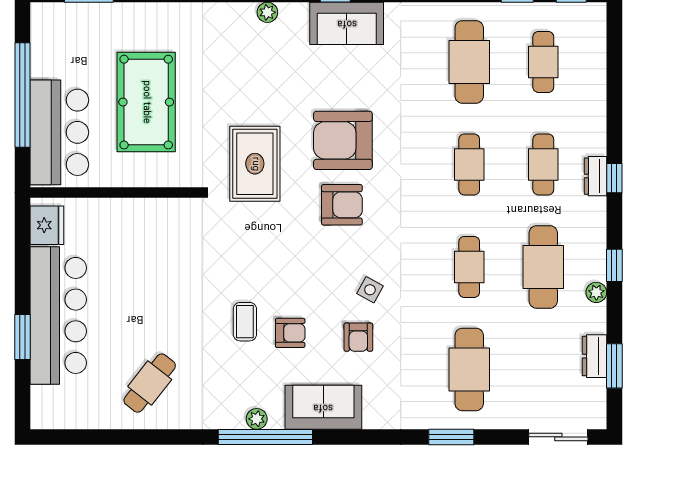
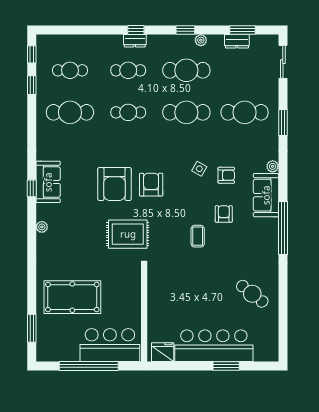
pool table: (146, 102) -> (72, 297), moved
cafe table: (469, 267) -> (186, 112), width x1.37, depth x1.35
coffee table: (245, 322) -> (198, 236), moved, turned 90
plant: (257, 419) -> (273, 166), moved

